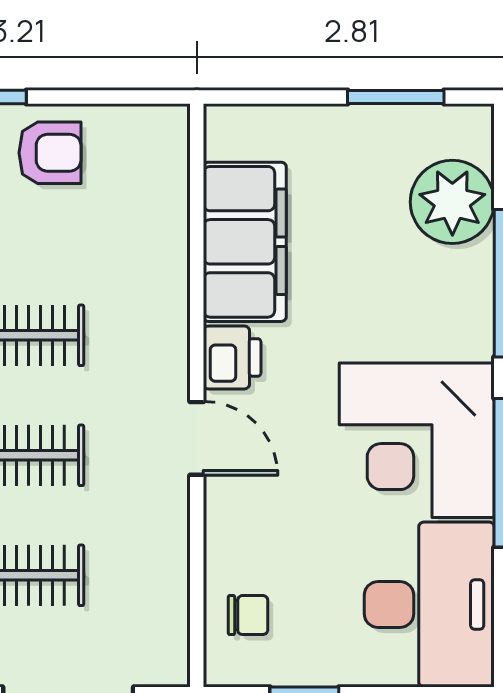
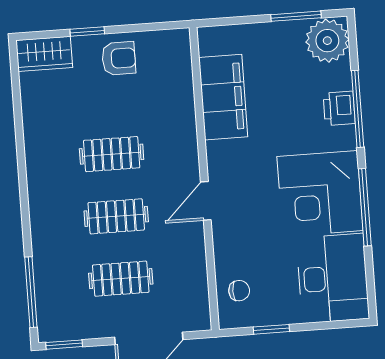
plant: (452, 202) -> (327, 41), moved
printer: (232, 357) -> (339, 108), moved, turned 180
door: (197, 438) -> (206, 201), swing flipped

